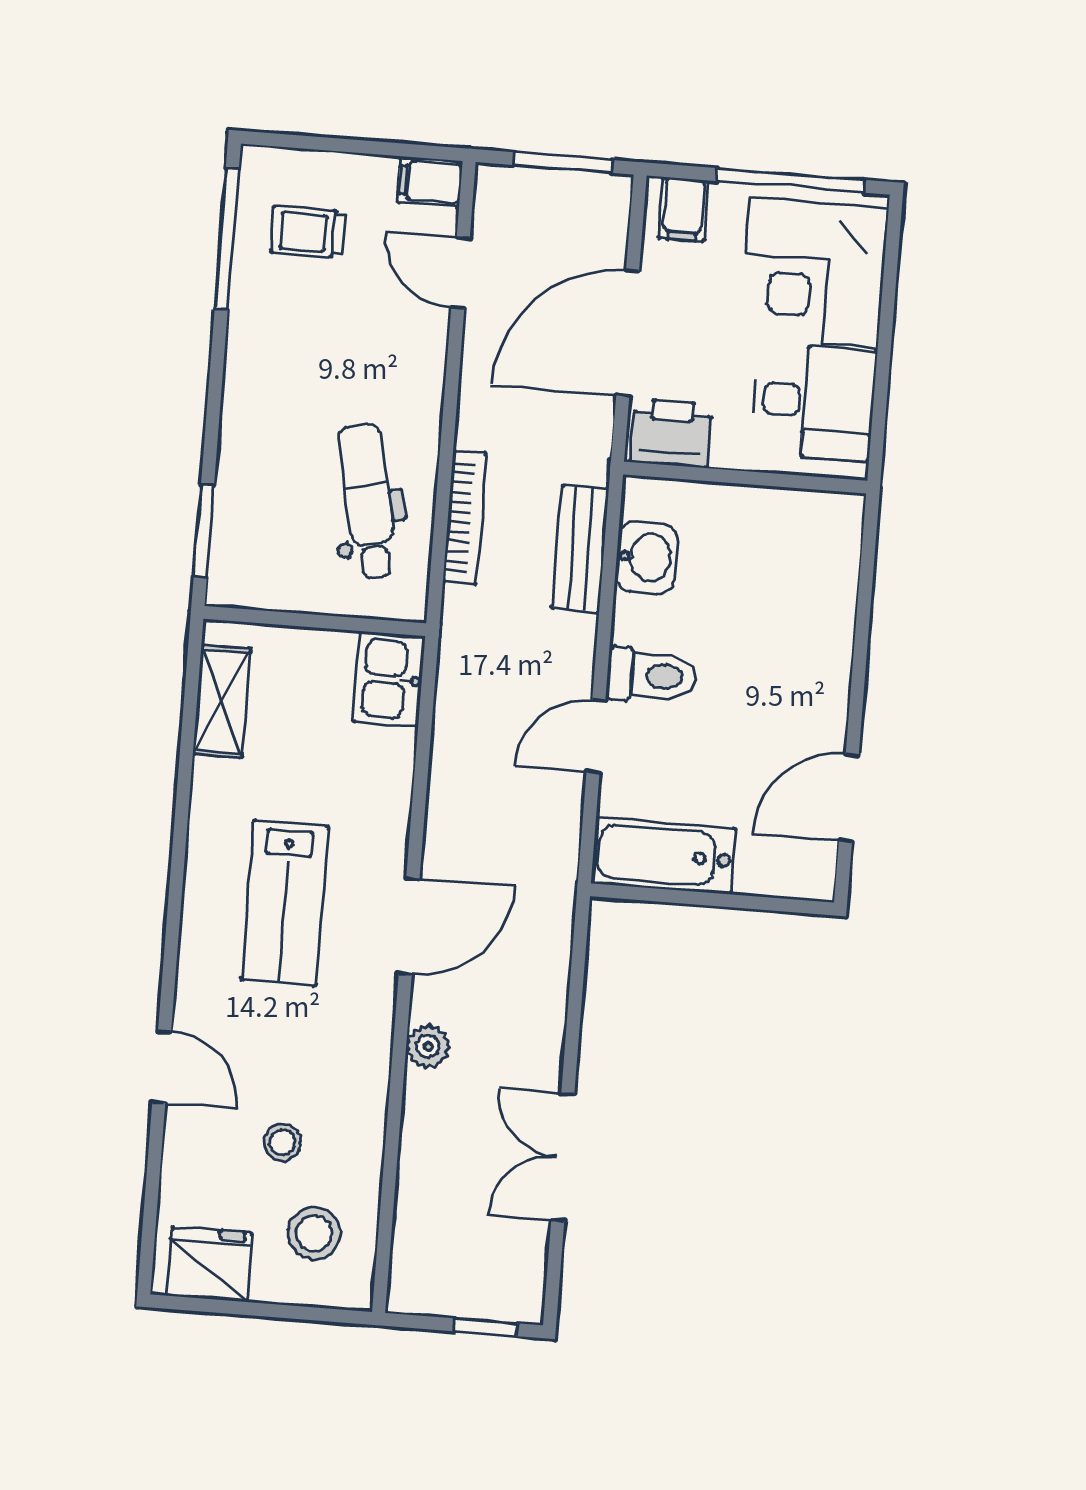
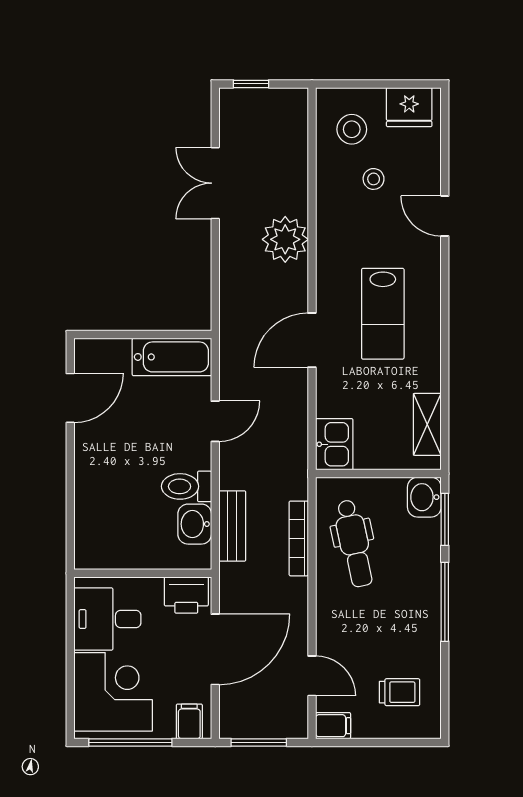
window: (227, 239) -> (445, 602), moved
washbasin: (237, 573) -> (424, 497), added
toilet: (652, 676) -> (187, 486), moved
lab bench: (285, 903) -> (383, 314), turned 180
door: (409, 926) -> (312, 340), moved
plant: (428, 1046) -> (285, 239), width x1.88, depth x1.88
double door: (563, 1157) -> (215, 183), swing flipped

